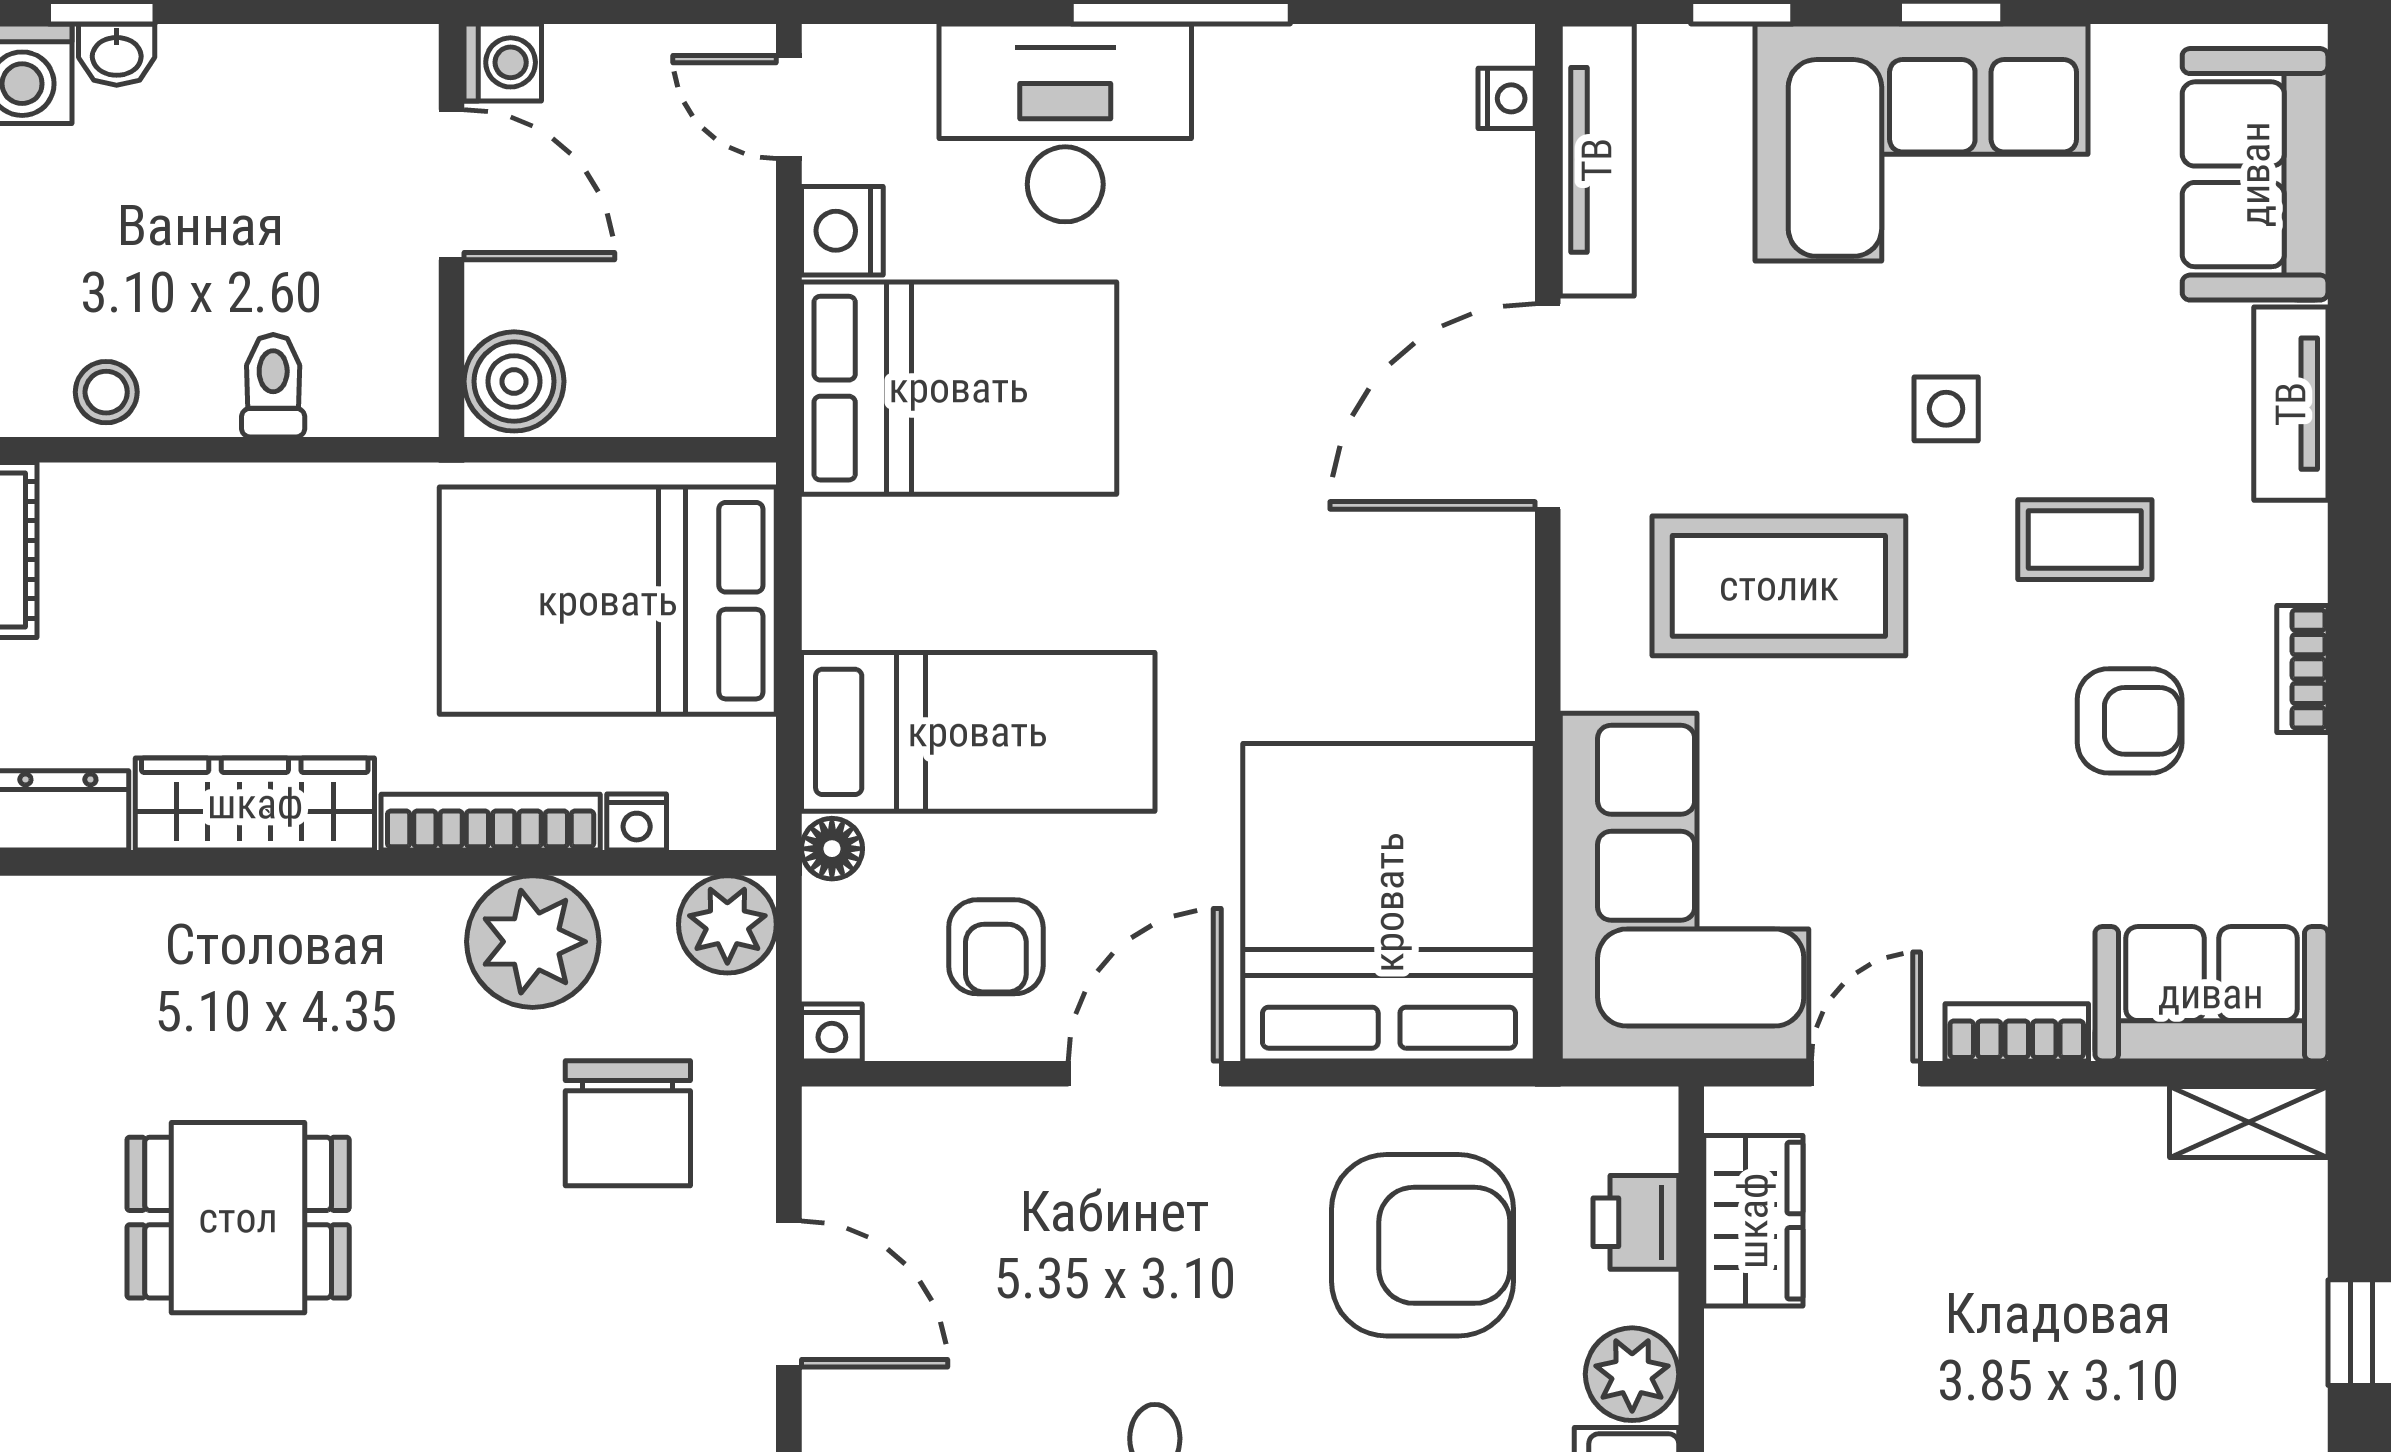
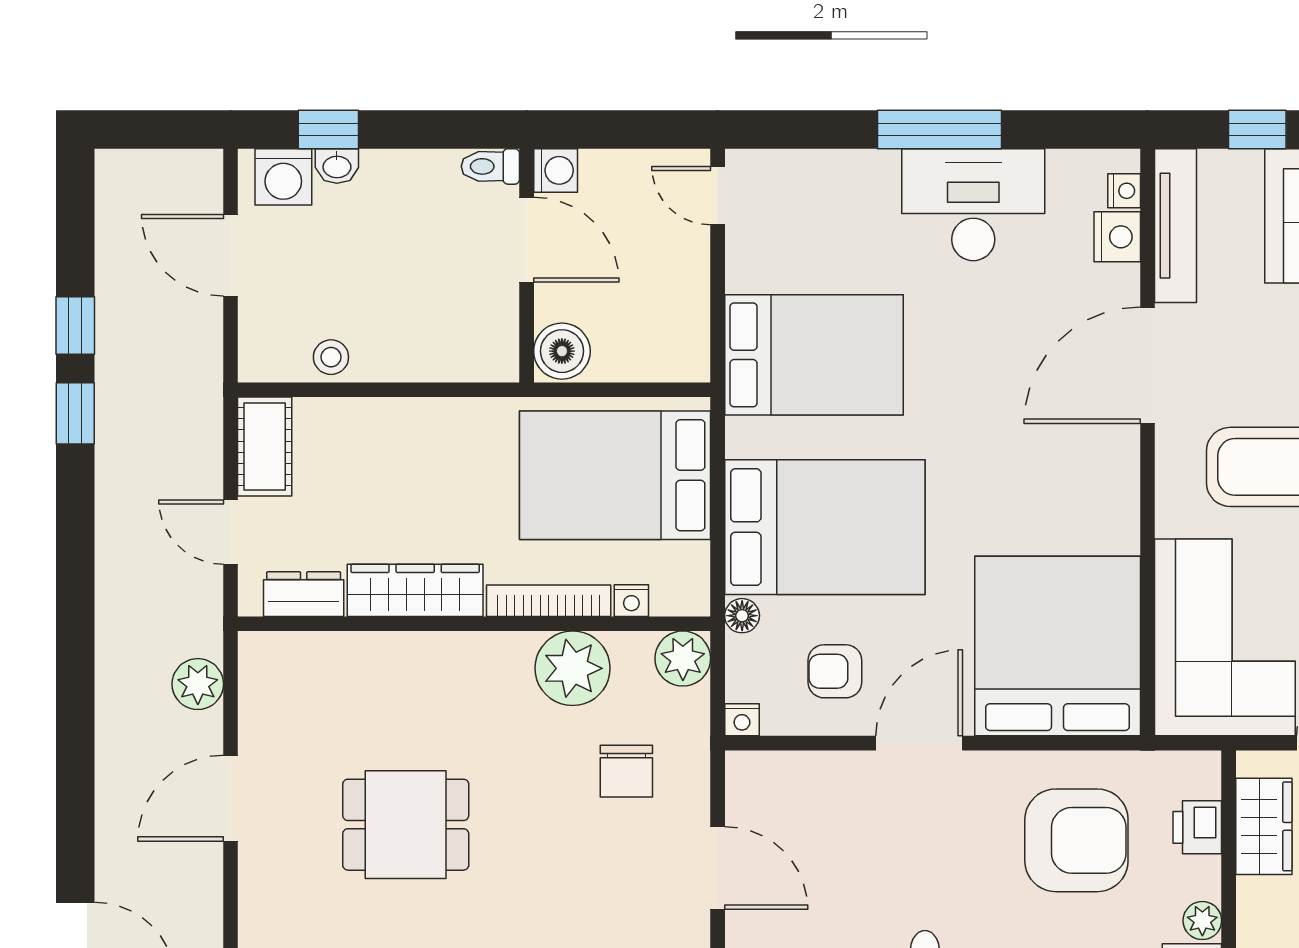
desk: (1065, 123) -> (973, 205), moved
nightstand: (842, 231) -> (1117, 237), moved, turned 180
toilet: (273, 386) -> (490, 166), moved, turned -90
bed: (978, 732) -> (825, 527), width x1.50
armchair: (996, 947) -> (835, 671), turned 90
chair: (628, 1123) -> (626, 771), width x0.73, depth x0.73
plant: (1632, 1374) -> (1202, 921), width x0.73, depth x0.73

